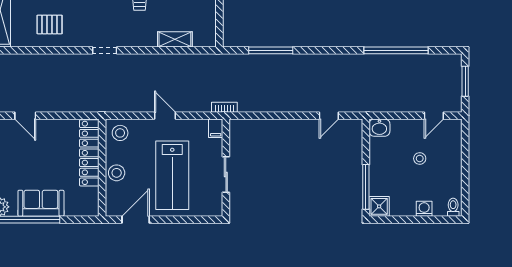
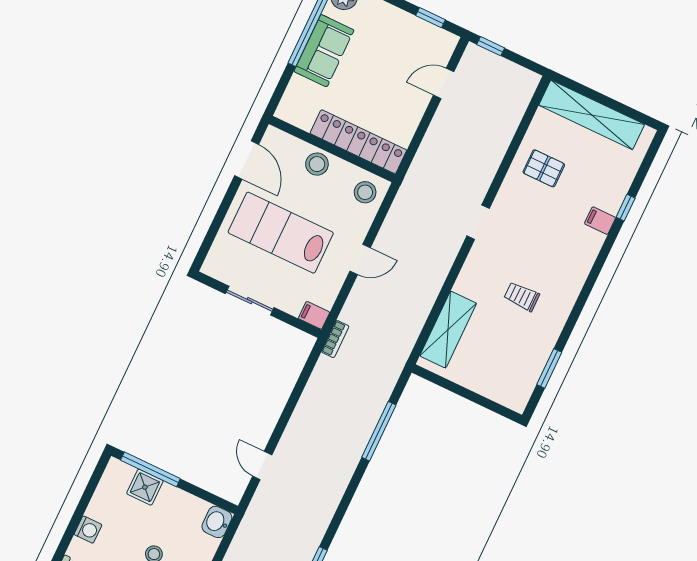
pallet: (50, 24) -> (544, 168), turned 90
shelving: (175, 39) -> (448, 330), width x1.50, depth x1.33
shower: (379, 206) -> (145, 487), moved

